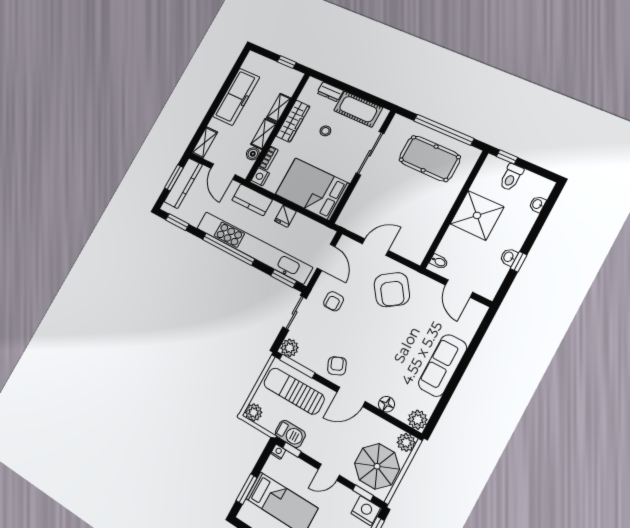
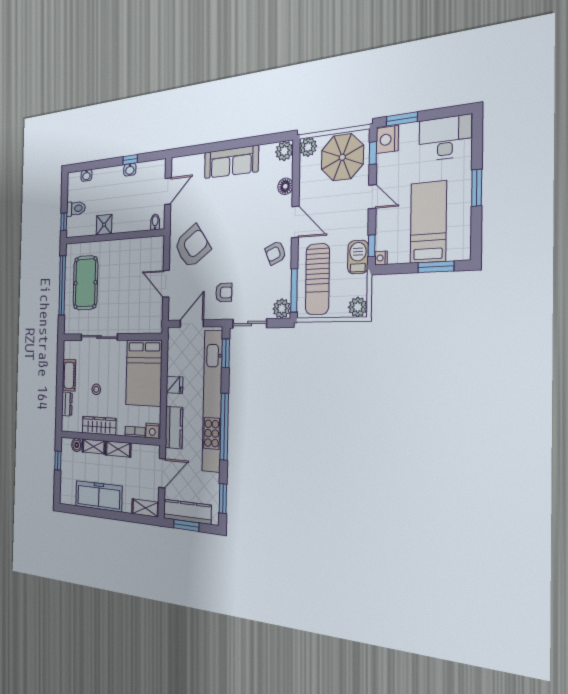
cot: (358, 109) -> (69, 375), width x0.73, depth x0.75
boiler: (253, 154) -> (77, 445), moved
shower: (477, 215) -> (104, 225), width x0.54, depth x0.54

